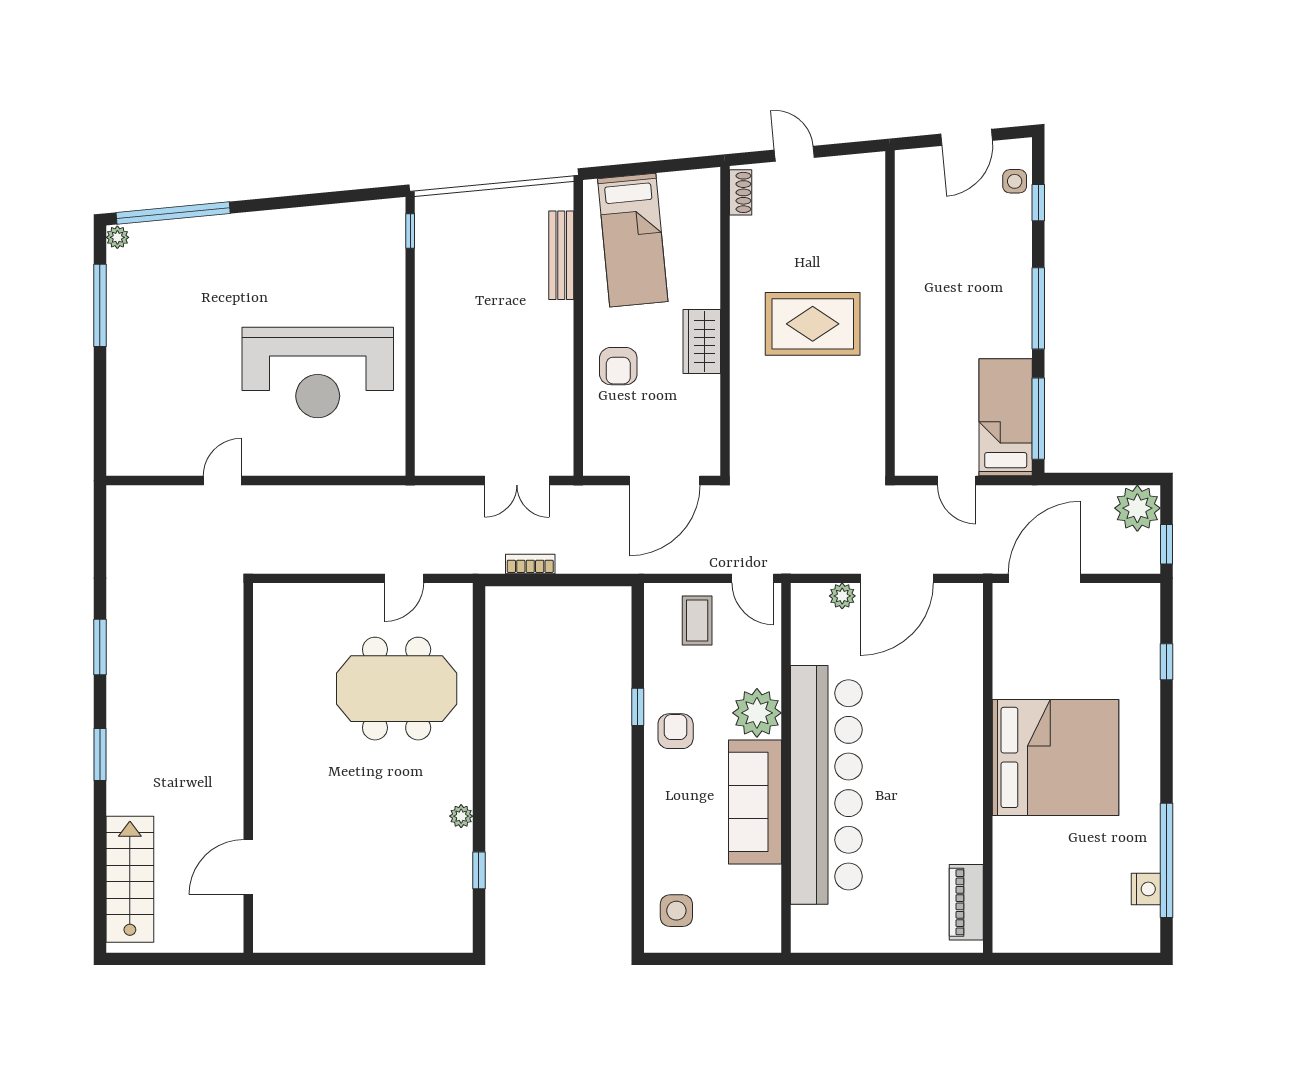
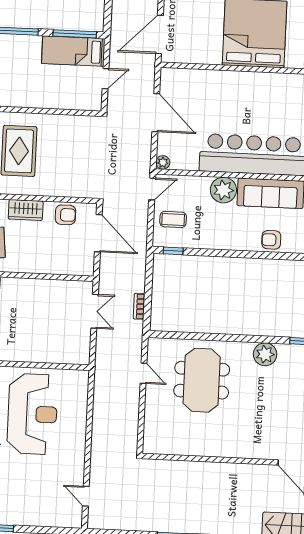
armchair: (618, 366) -> (65, 215), moved
door: (222, 481) -> (86, 496), moved
door: (1045, 578) -> (159, 35), hinge flipped
plant: (842, 596) -> (163, 162), moved
window: (638, 707) -> (173, 251), moved
armchair: (676, 731) -> (271, 240), moved
plant: (461, 816) -> (265, 354), width x1.87, depth x1.87

